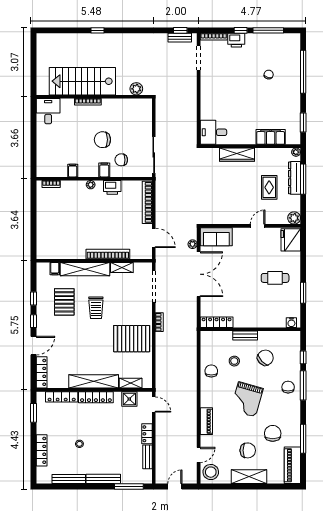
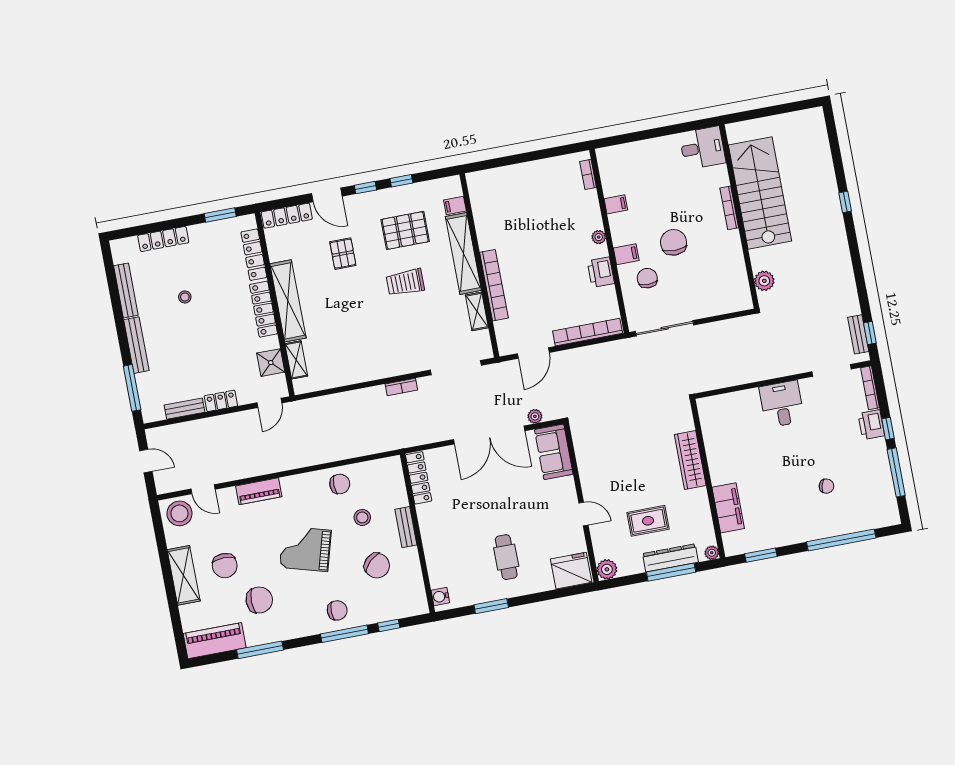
desk: (213, 132) -> (782, 404), moved
pallet: (132, 339) -> (343, 254), moved, width x0.49, depth x0.50

